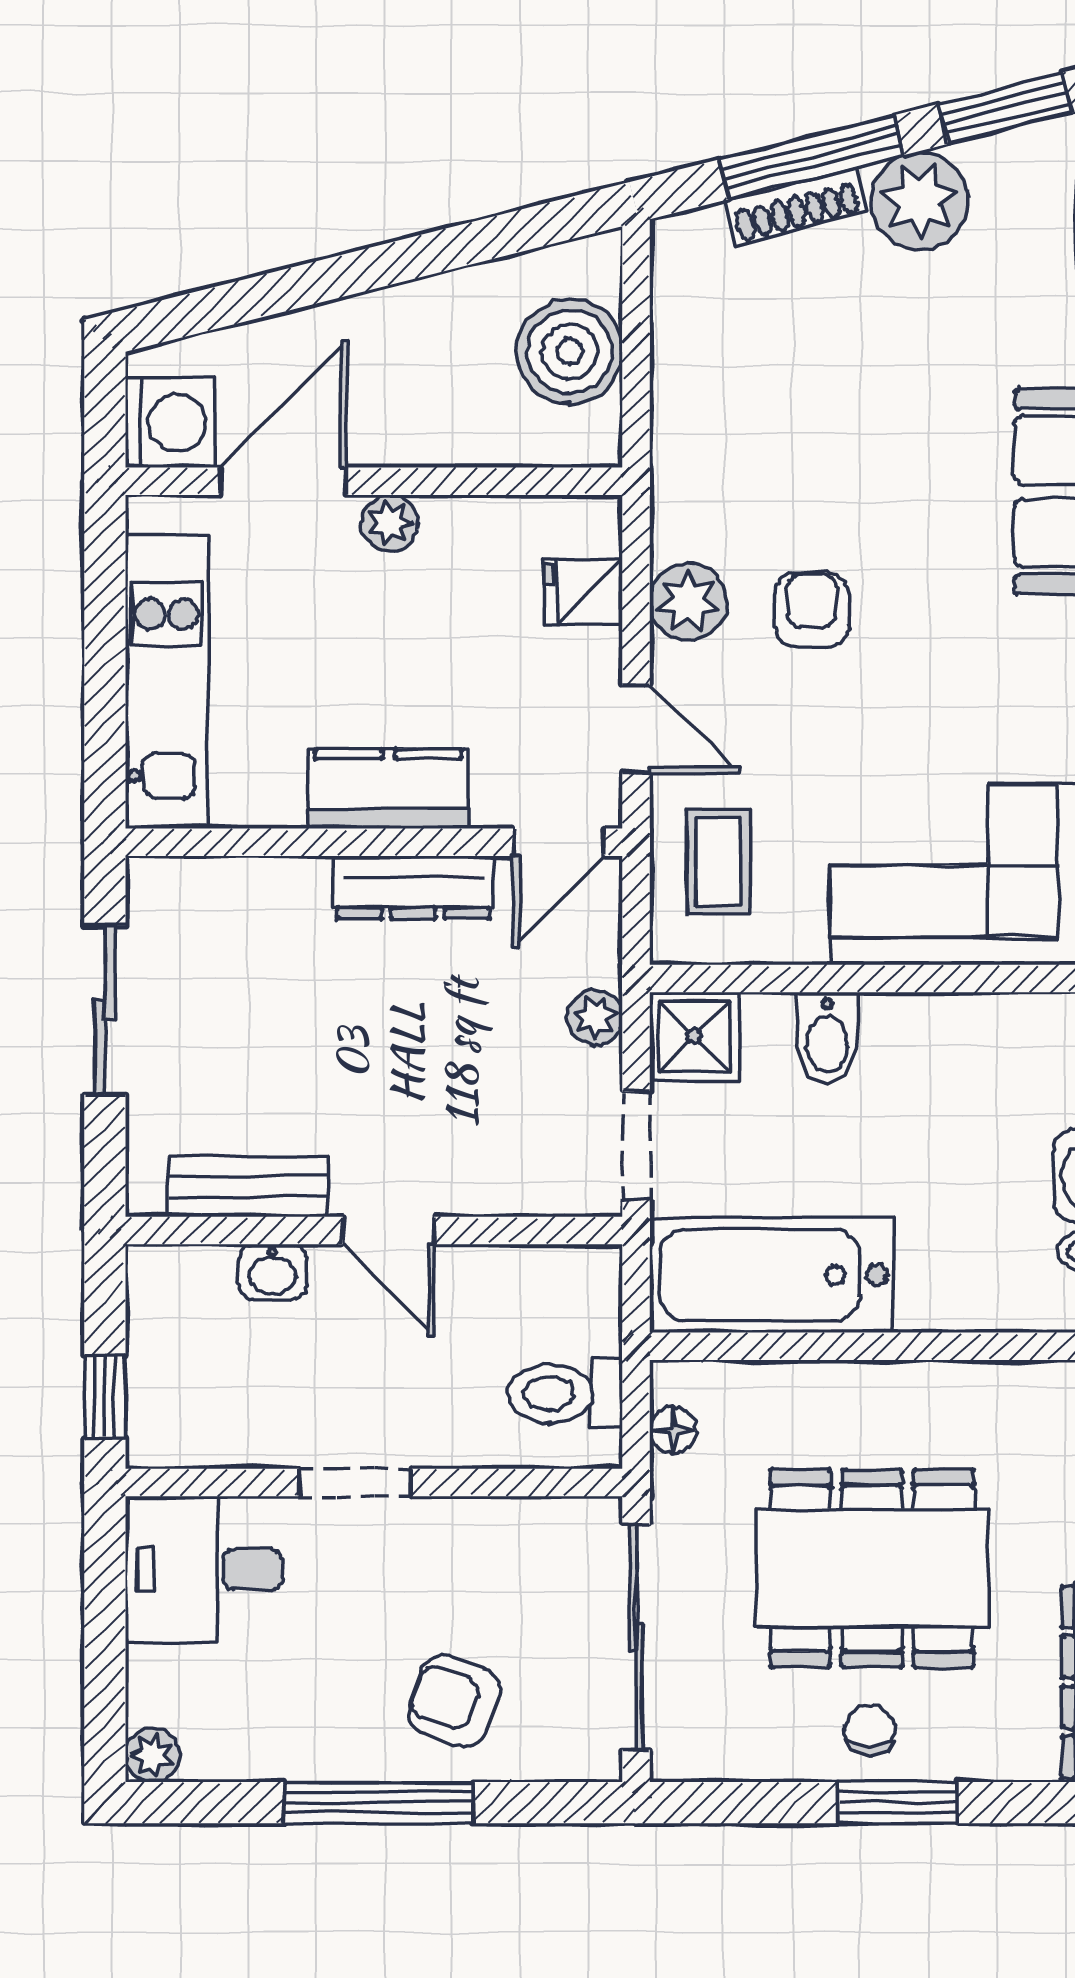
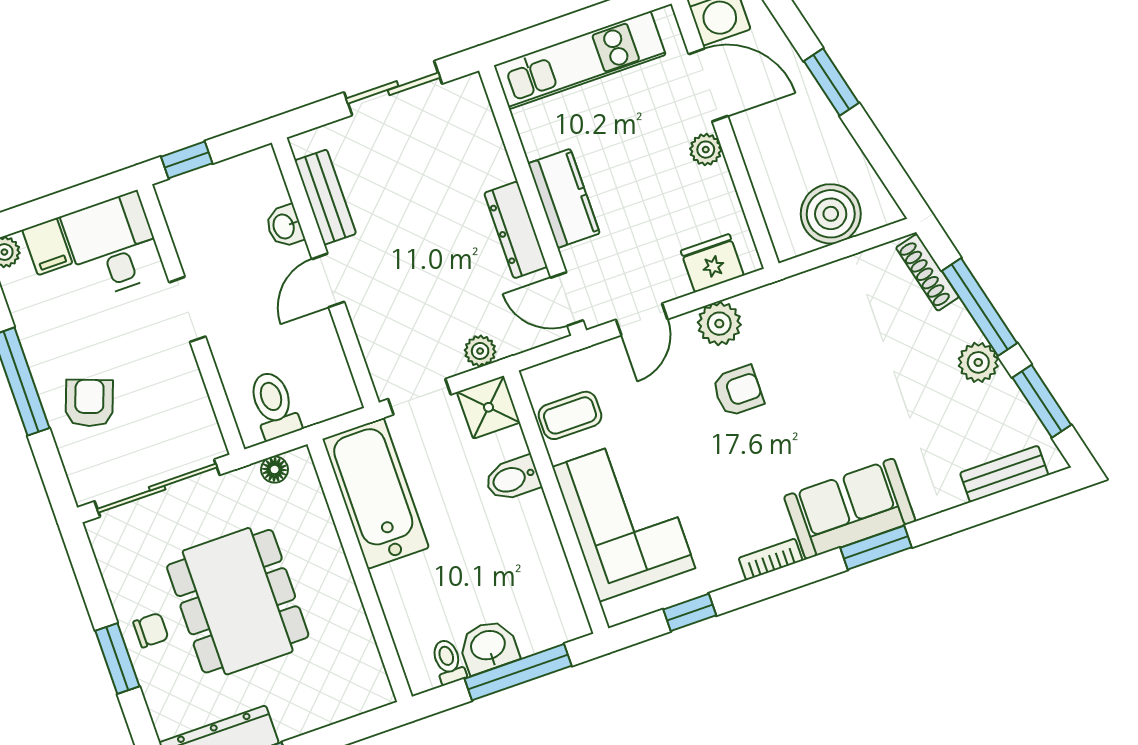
plant: (920, 201) -> (978, 362), width x0.73, depth x0.73
shoe rack: (796, 206) -> (927, 272), moved
window: (350, 274) -> (831, 82), added
fridge: (583, 591) -> (712, 263), width x1.38
coffee table: (719, 862) -> (570, 415), moved
filing cabinet: (168, 1680) -> (47, 247), added

